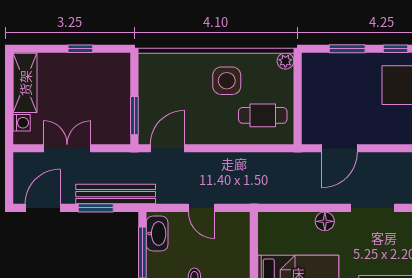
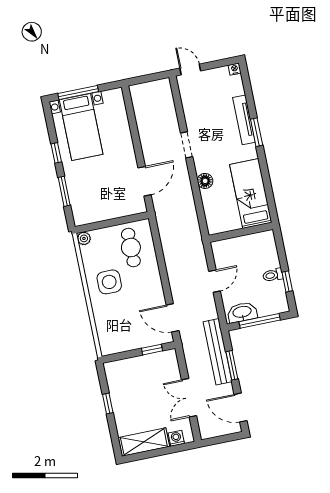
window: (134, 116) -> (152, 350), width x0.67
door: (339, 148) -> (145, 181), hinge flipped
doorway: (373, 208) -> (187, 145), width x0.73

